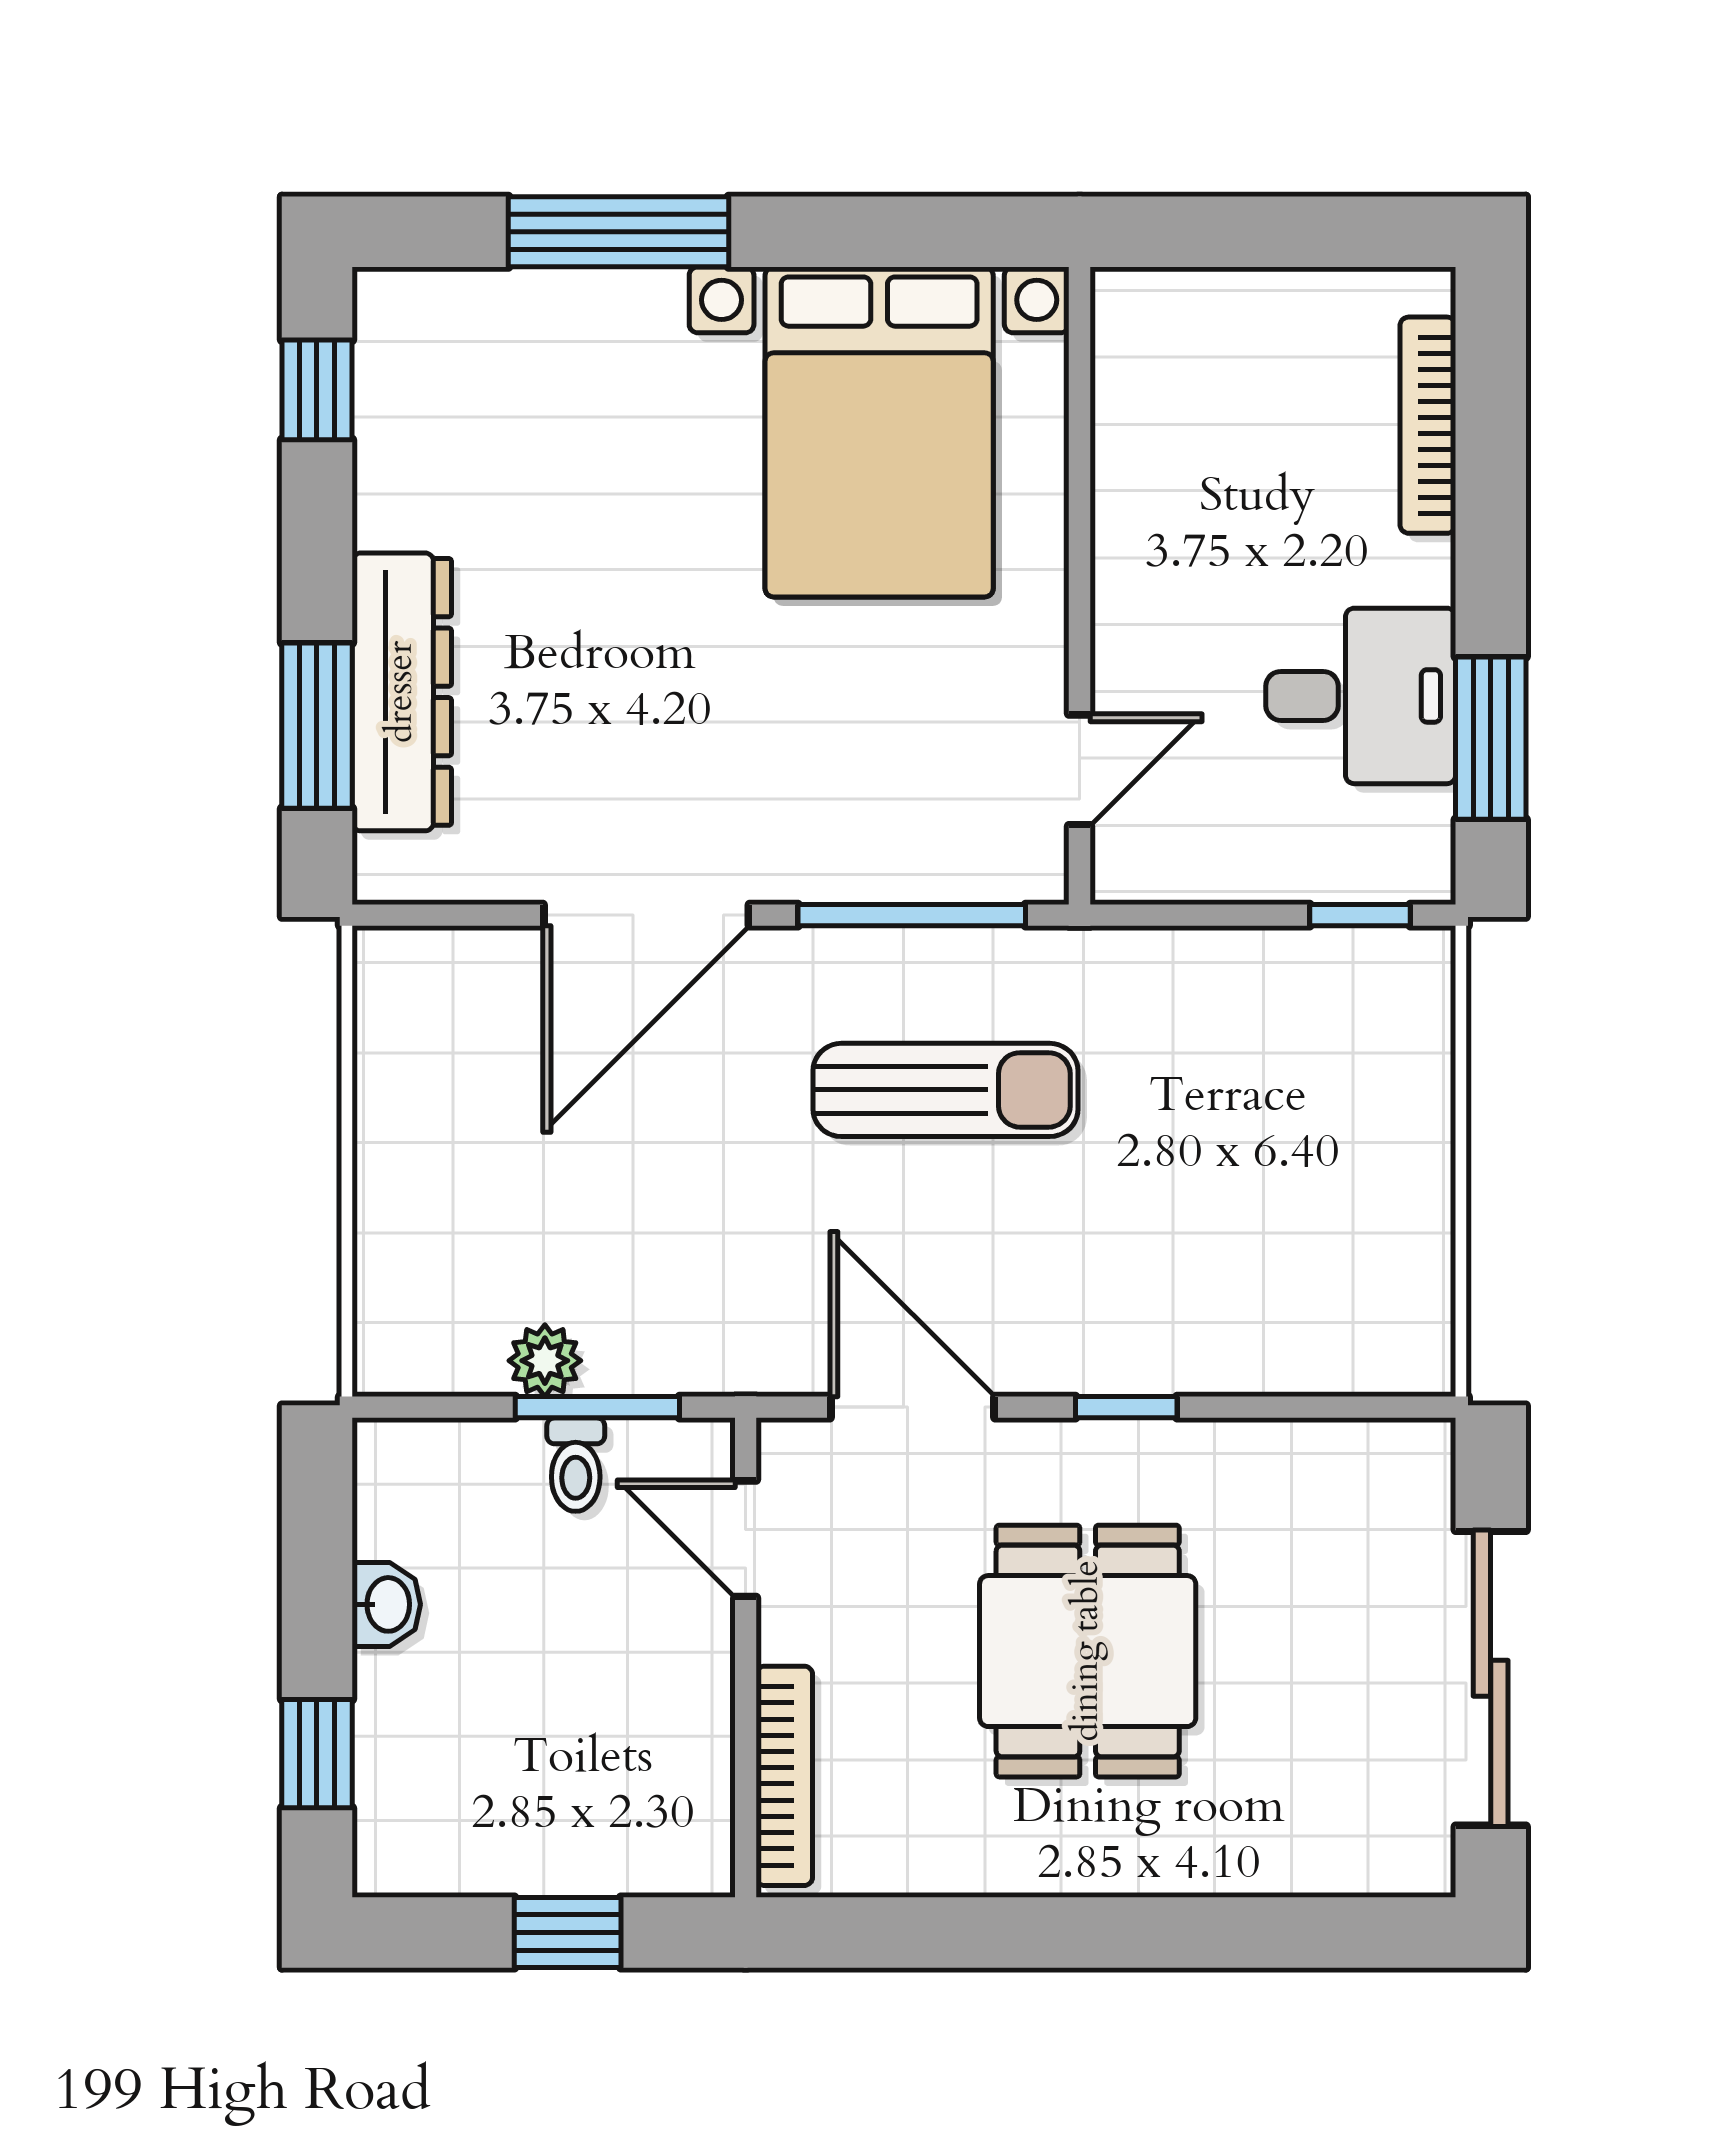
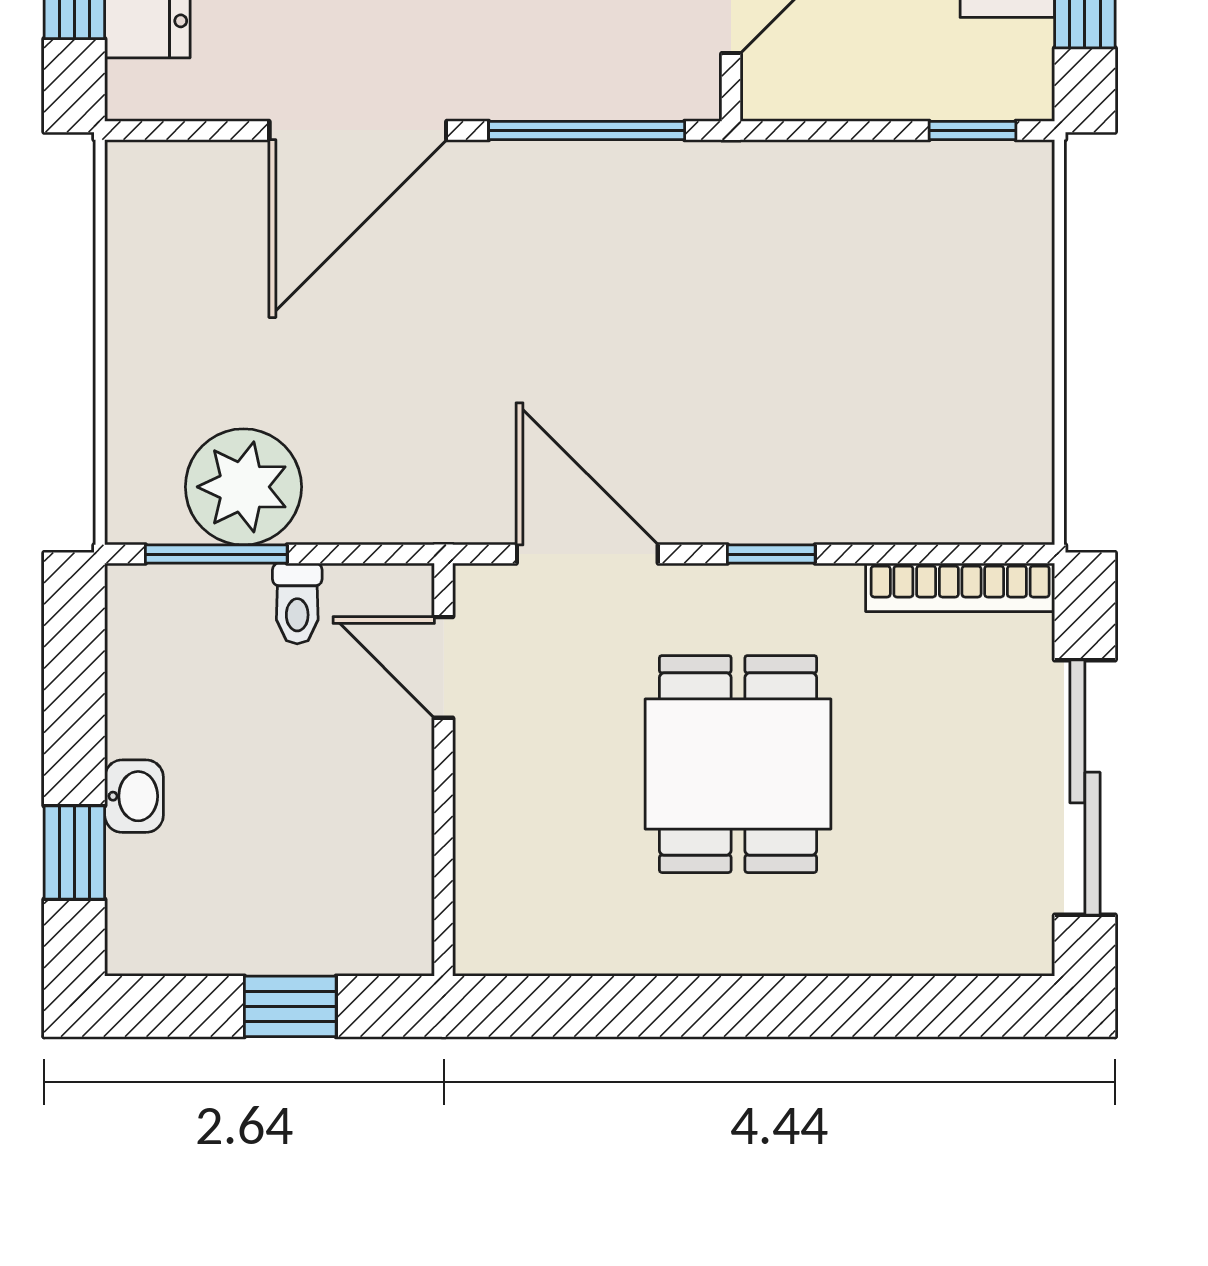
sun lounger: (946, 1090) -> (616, 281), removed
plant: (545, 1361) -> (243, 487), width x1.88, depth x1.88
window: (597, 1407) -> (216, 554), moved
washbasin: (386, 1604) -> (134, 796), moved
bookcase: (784, 1776) -> (960, 587), moved, turned 90

